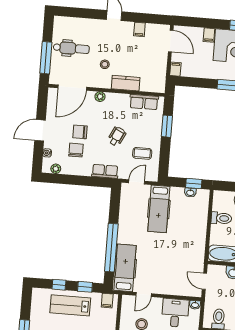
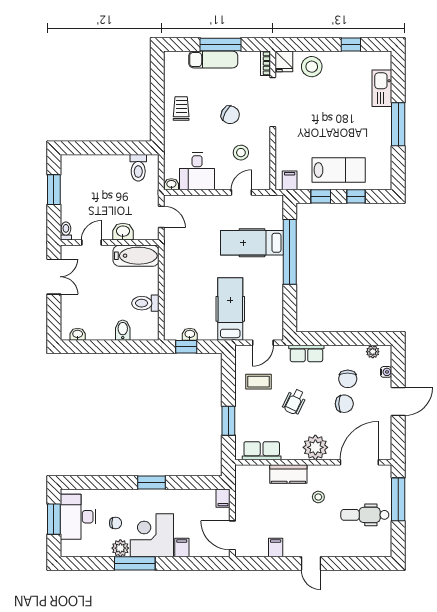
plant: (100, 97) -> (315, 447), width x1.87, depth x1.87
hospital bed: (125, 268) -> (252, 243), moved, turned 90

